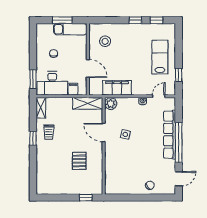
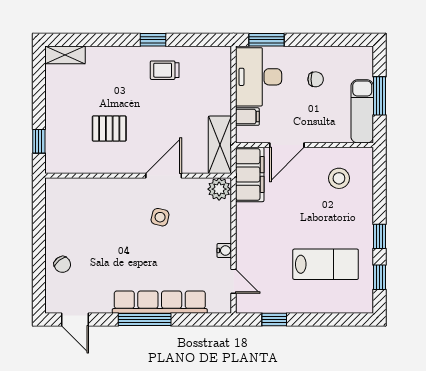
lab bench: (160, 57) -> (326, 264), moved
filing cabinet: (117, 88) -> (250, 174), moved
shelving: (41, 108) -> (65, 55), moved
window: (179, 143) -> (145, 319), width x0.68

